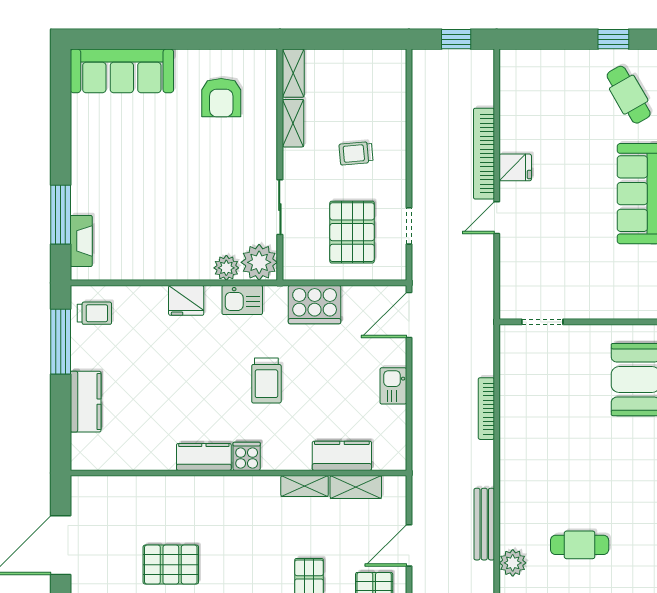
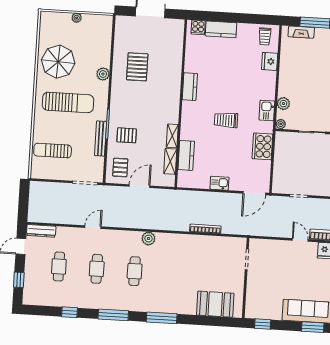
pallet: (352, 232) -> (297, 167), removed
plant: (259, 262) -> (281, 124), width x0.53, depth x0.53
fridge: (186, 300) -> (270, 61), moved
door: (409, 315) -> (254, 193), swing flipped
window: (61, 342) -> (252, 19), removed
cooker: (247, 456) -> (198, 27), moved, turned 90
bench: (484, 524) -> (148, 224), removed
door: (409, 545) -> (140, 186), hinge flipped
plant: (513, 563) -> (148, 239), moved

